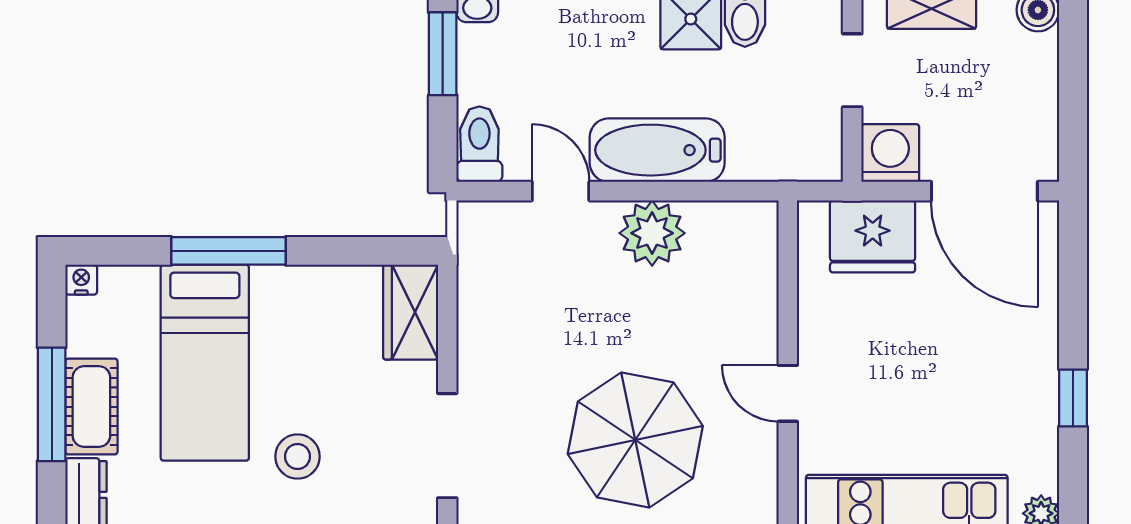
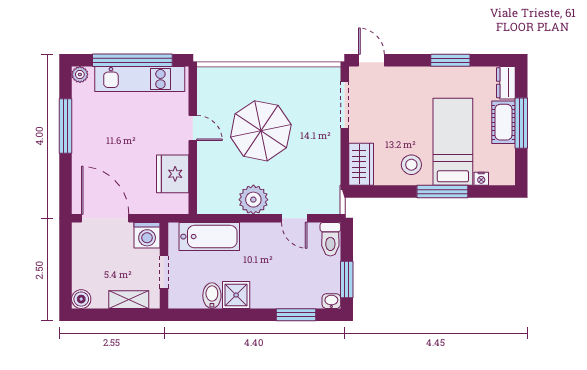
bathtub: (657, 150) -> (209, 237), moved
fridge: (873, 236) -> (173, 174), moved, turned -90
nightstand: (81, 280) -> (481, 179), moved
window: (1073, 398) -> (66, 126), width x2.17
parasol: (635, 440) -> (261, 131), moved
stool: (297, 457) -> (411, 165), moved

